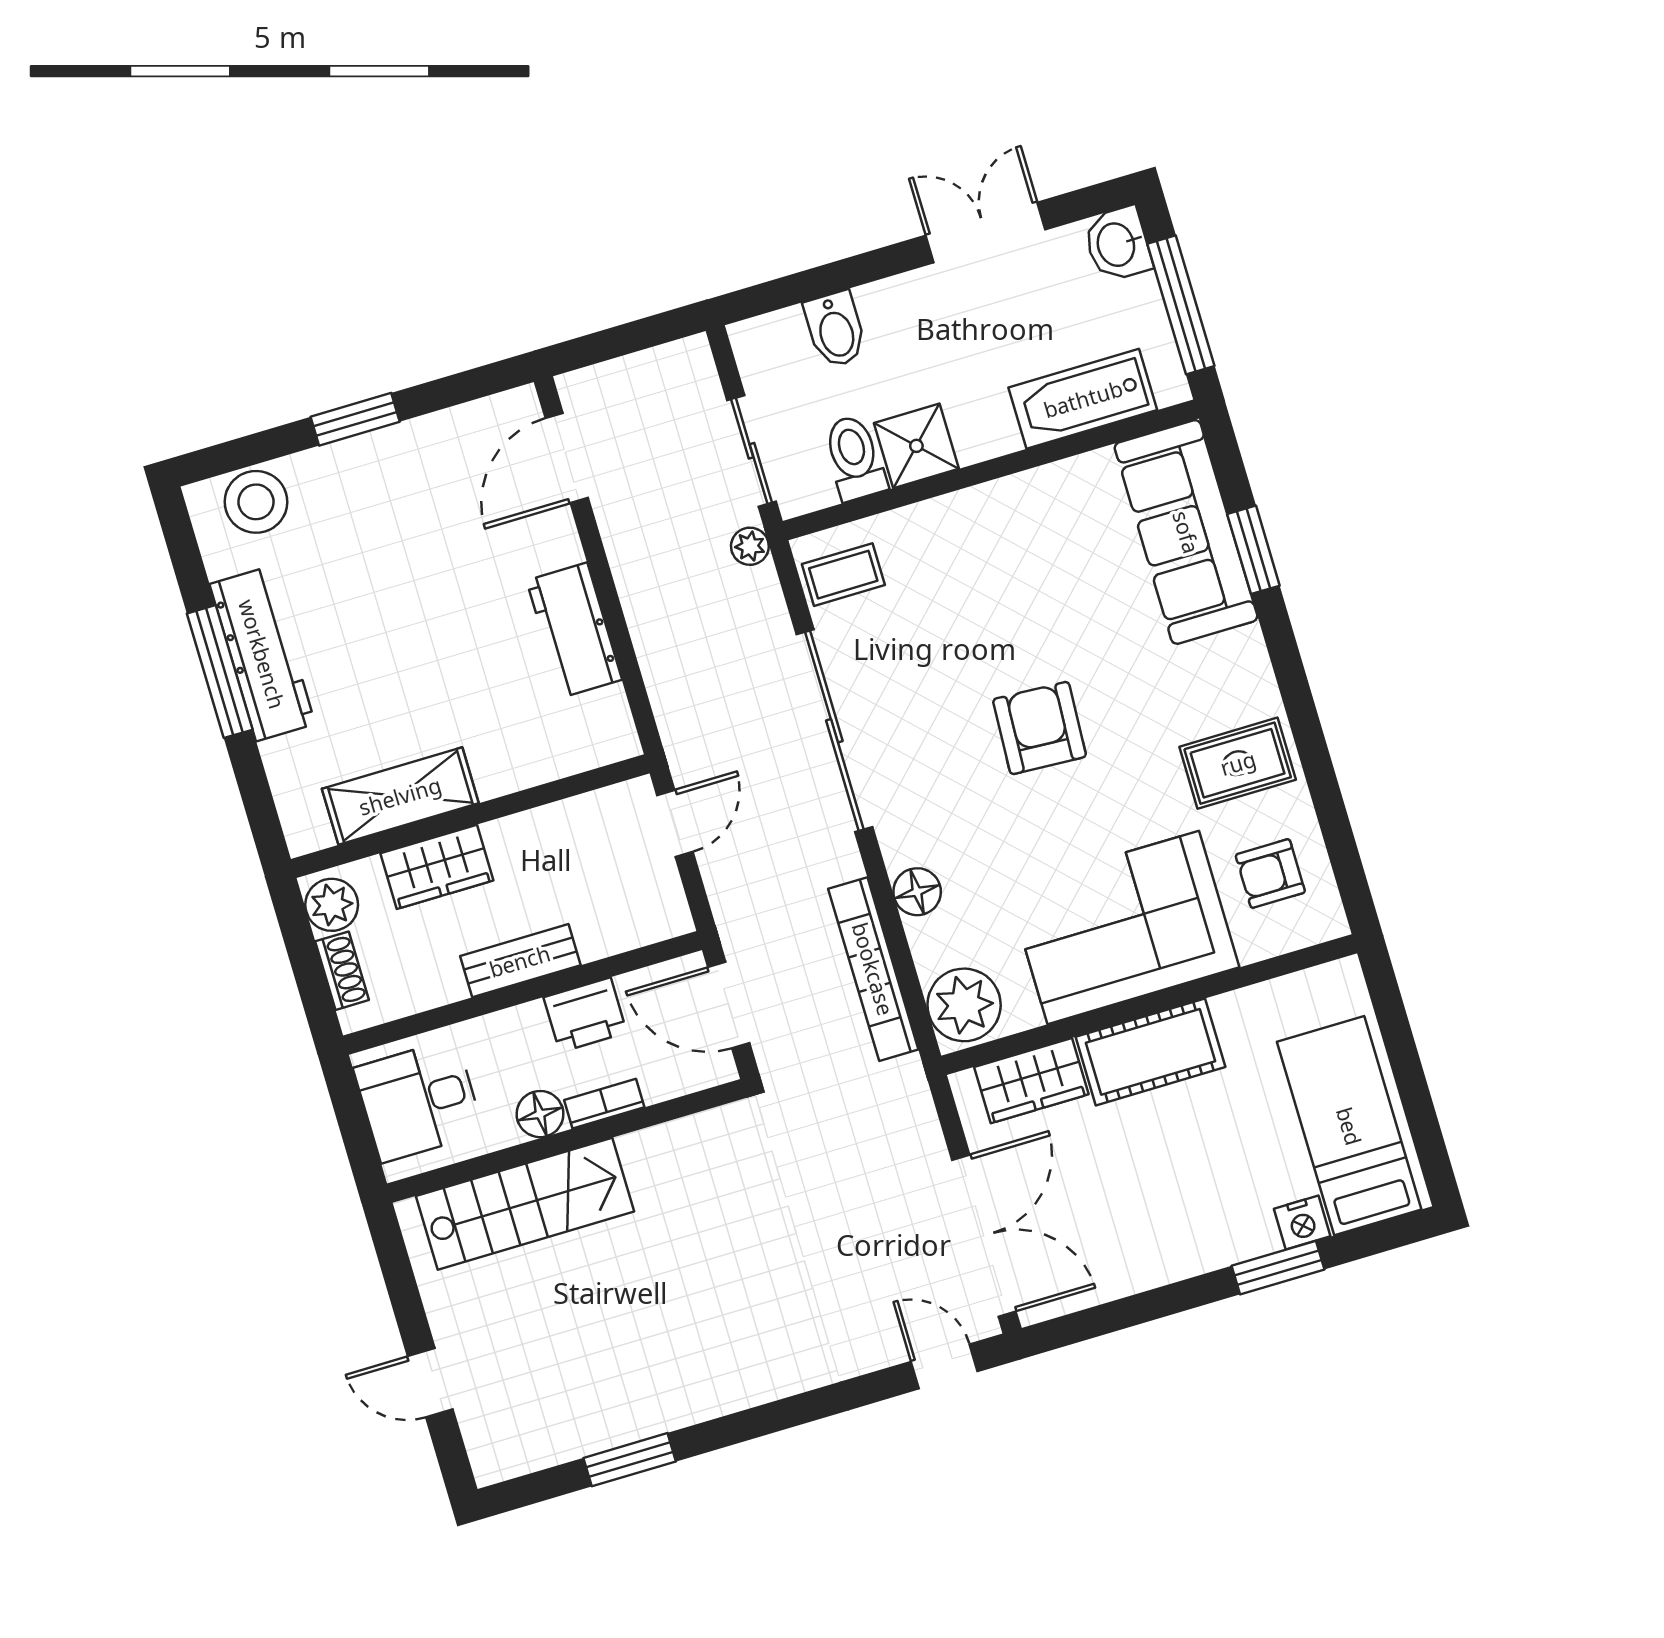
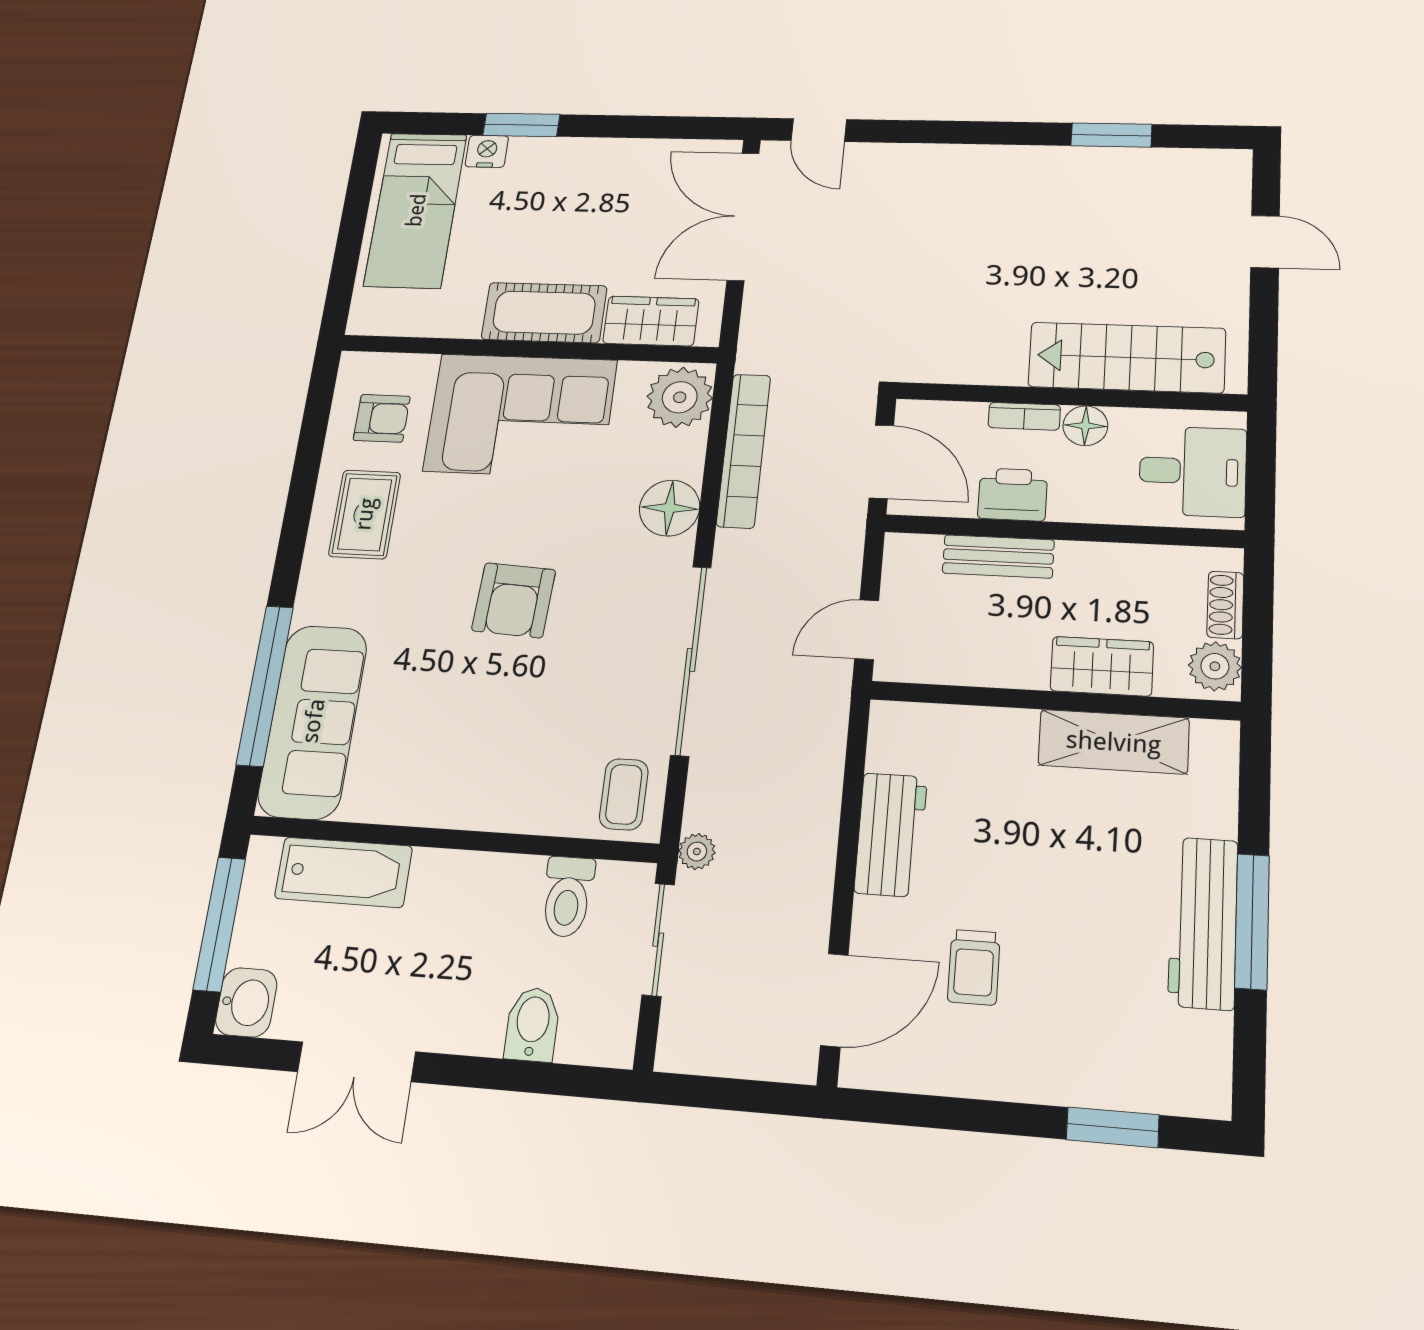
window: (355, 419) -> (1113, 1127), moved
shower: (916, 446) -> (508, 886), removed
stool: (256, 502) -> (1158, 1075), removed
trolley: (452, 536) -> (974, 967), added
window: (1253, 550) -> (265, 685), width x2.11
coffee table: (843, 575) -> (624, 794), turned 90
rug: (1238, 763) -> (365, 514), turned 90
floor lamp: (917, 892) -> (670, 508), width x1.38, depth x1.38
bench: (520, 961) -> (998, 556), moved

